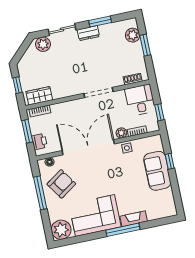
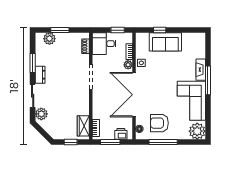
armchair: (61, 184) -> (159, 123), turned -56

